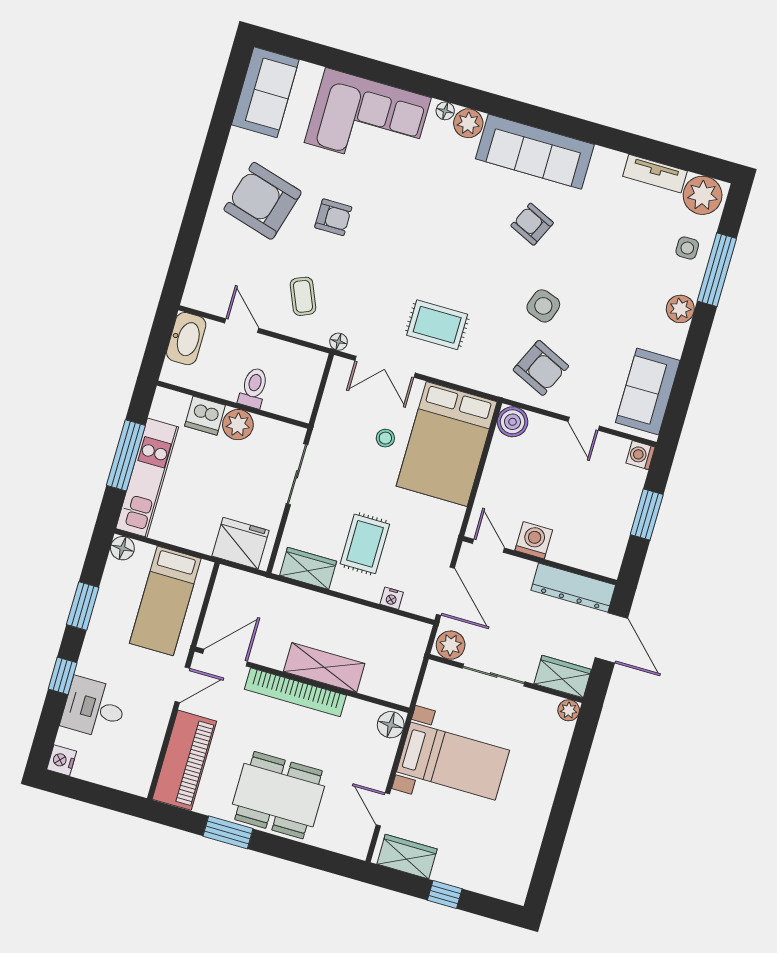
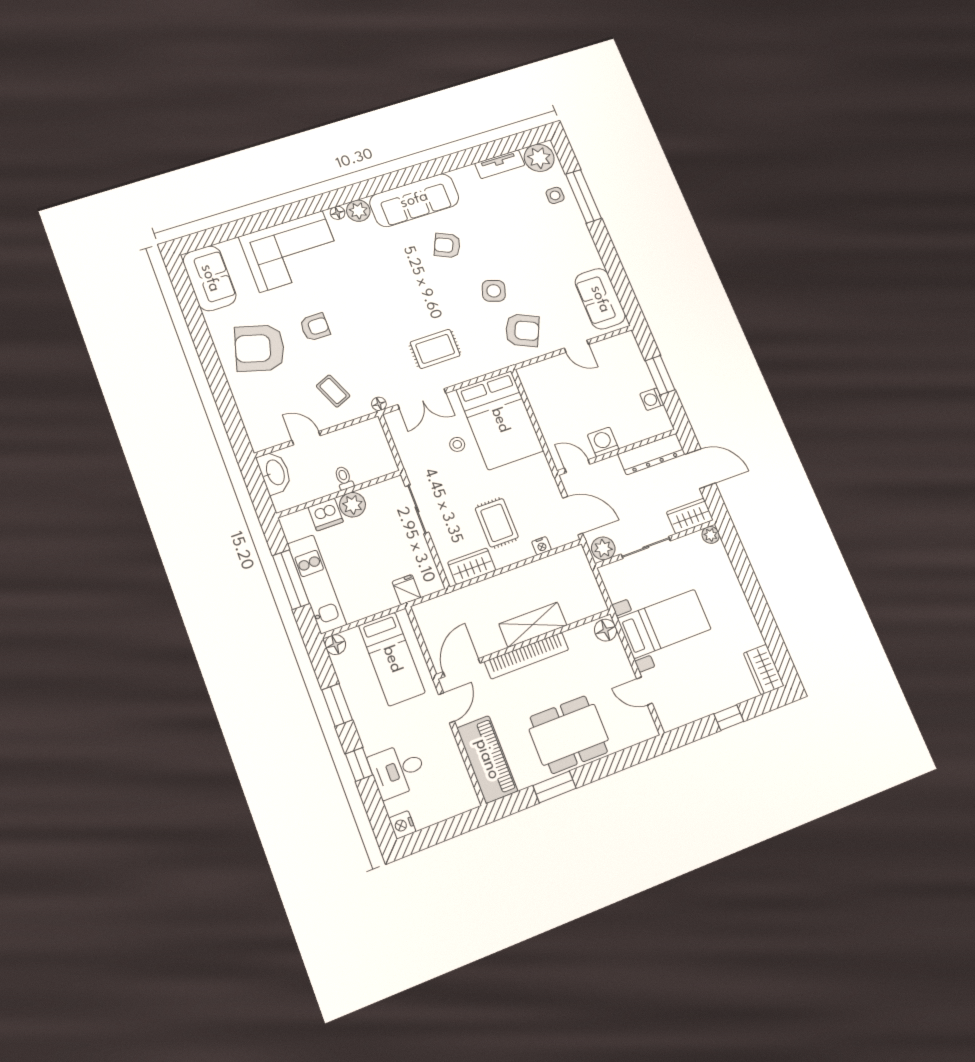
plant: (680, 309) -> (580, 235), removed
toilet: (254, 388) -> (344, 478), width x0.73, depth x0.72
boiler: (513, 422) -> (531, 376), removed
washing machine: (641, 455) -> (652, 399), moved
fridge: (240, 543) -> (406, 590), width x0.53, depth x0.75
wardrobe: (407, 857) -> (764, 669), moved, turned -90

